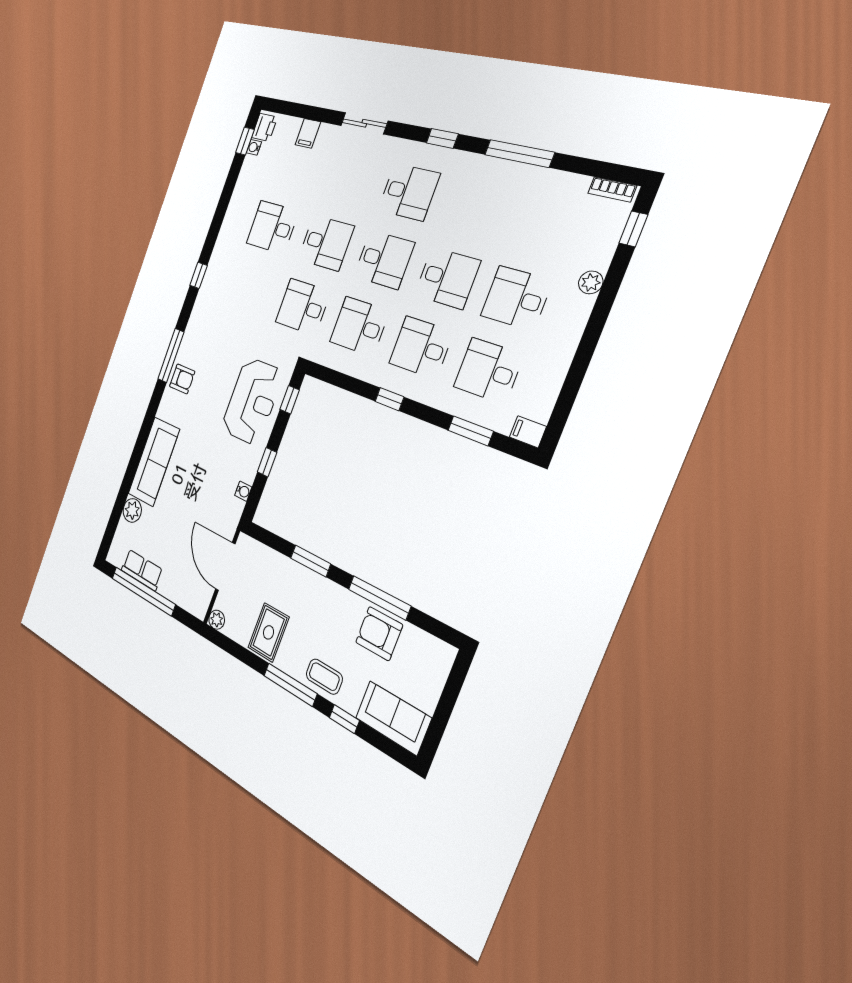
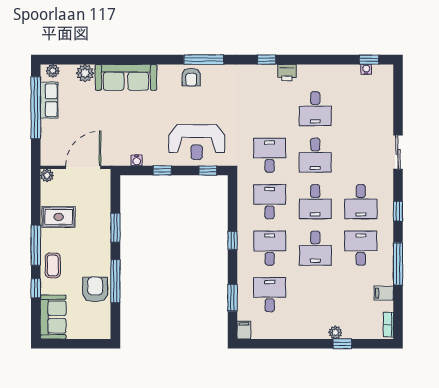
printer: (265, 127) -> (287, 73), moved
filing cabinet: (308, 133) -> (384, 293), moved
desk: (272, 227) -> (315, 109), turned 180
window: (633, 229) -> (342, 344), moved
desk: (516, 298) -> (361, 248), moved
plant: (116, 549) -> (53, 71), added

